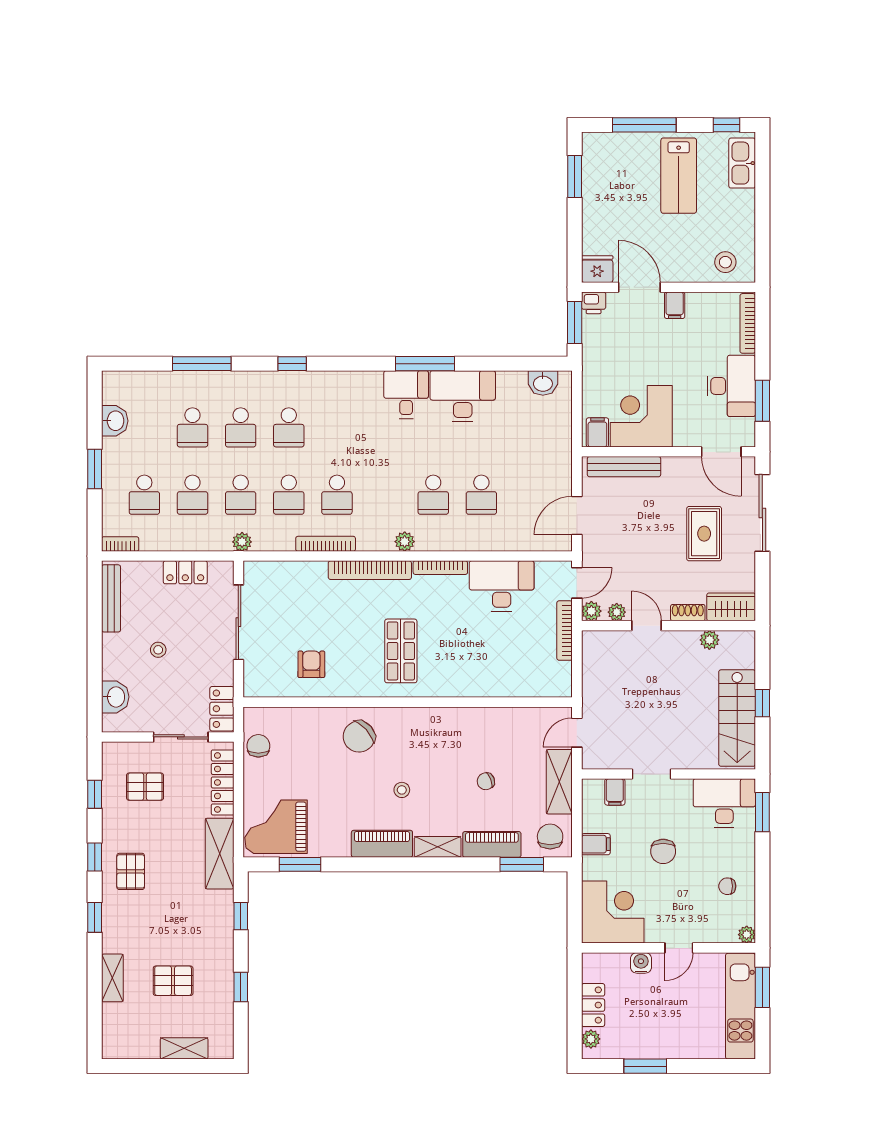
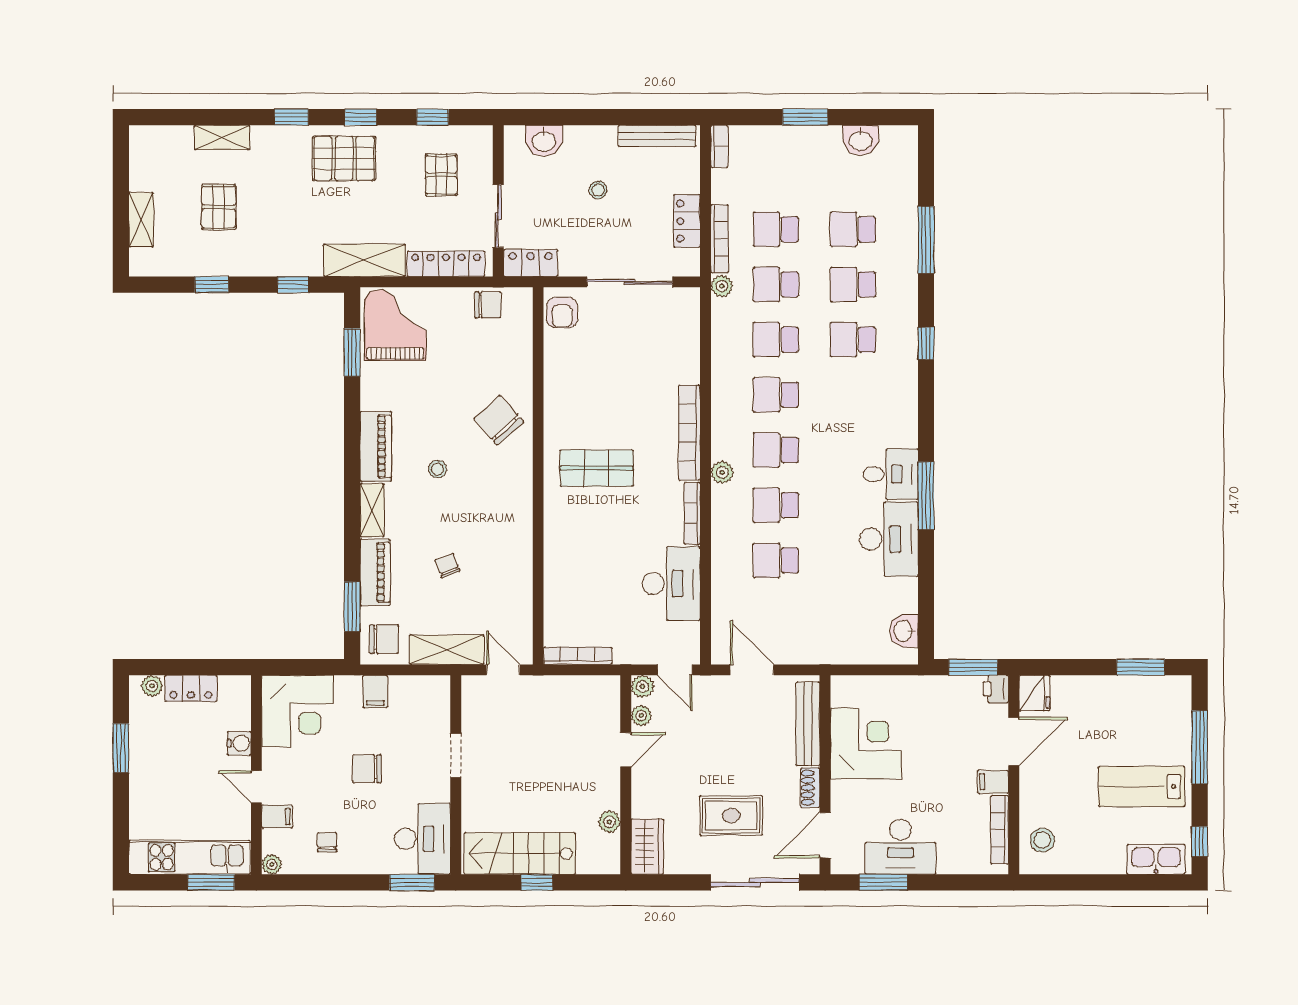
bookcase: (748, 323) -> (1000, 830), moved, turned -90
filing cabinet: (597, 432) -> (847, 693), removed
school desk: (144, 495) -> (776, 450), moved
bookcase: (326, 544) -> (720, 239), moved
shoe rack: (688, 613) -> (810, 788), moved, turned 180
bookcase: (565, 631) -> (578, 656), moved
armchair: (311, 664) -> (562, 312), moved, turned 90
filing cabinet: (615, 792) -> (277, 817), moved, turned 180
pallet: (131, 871) -> (344, 158), width x1.50, depth x1.42

